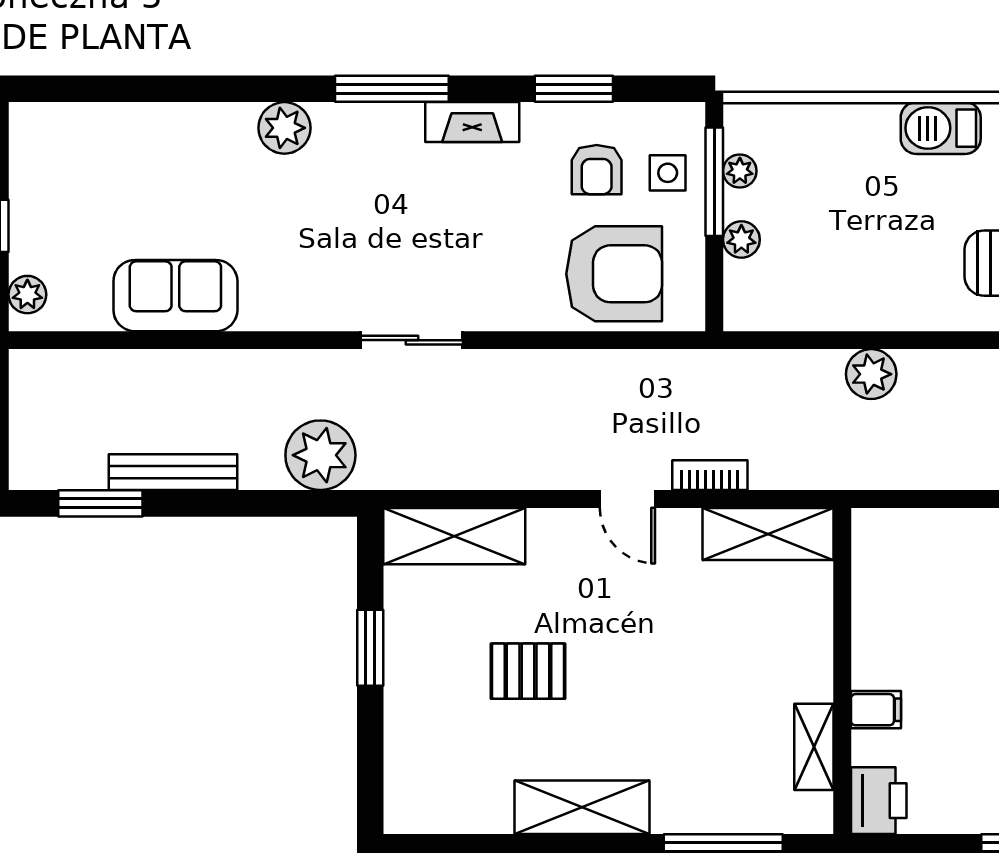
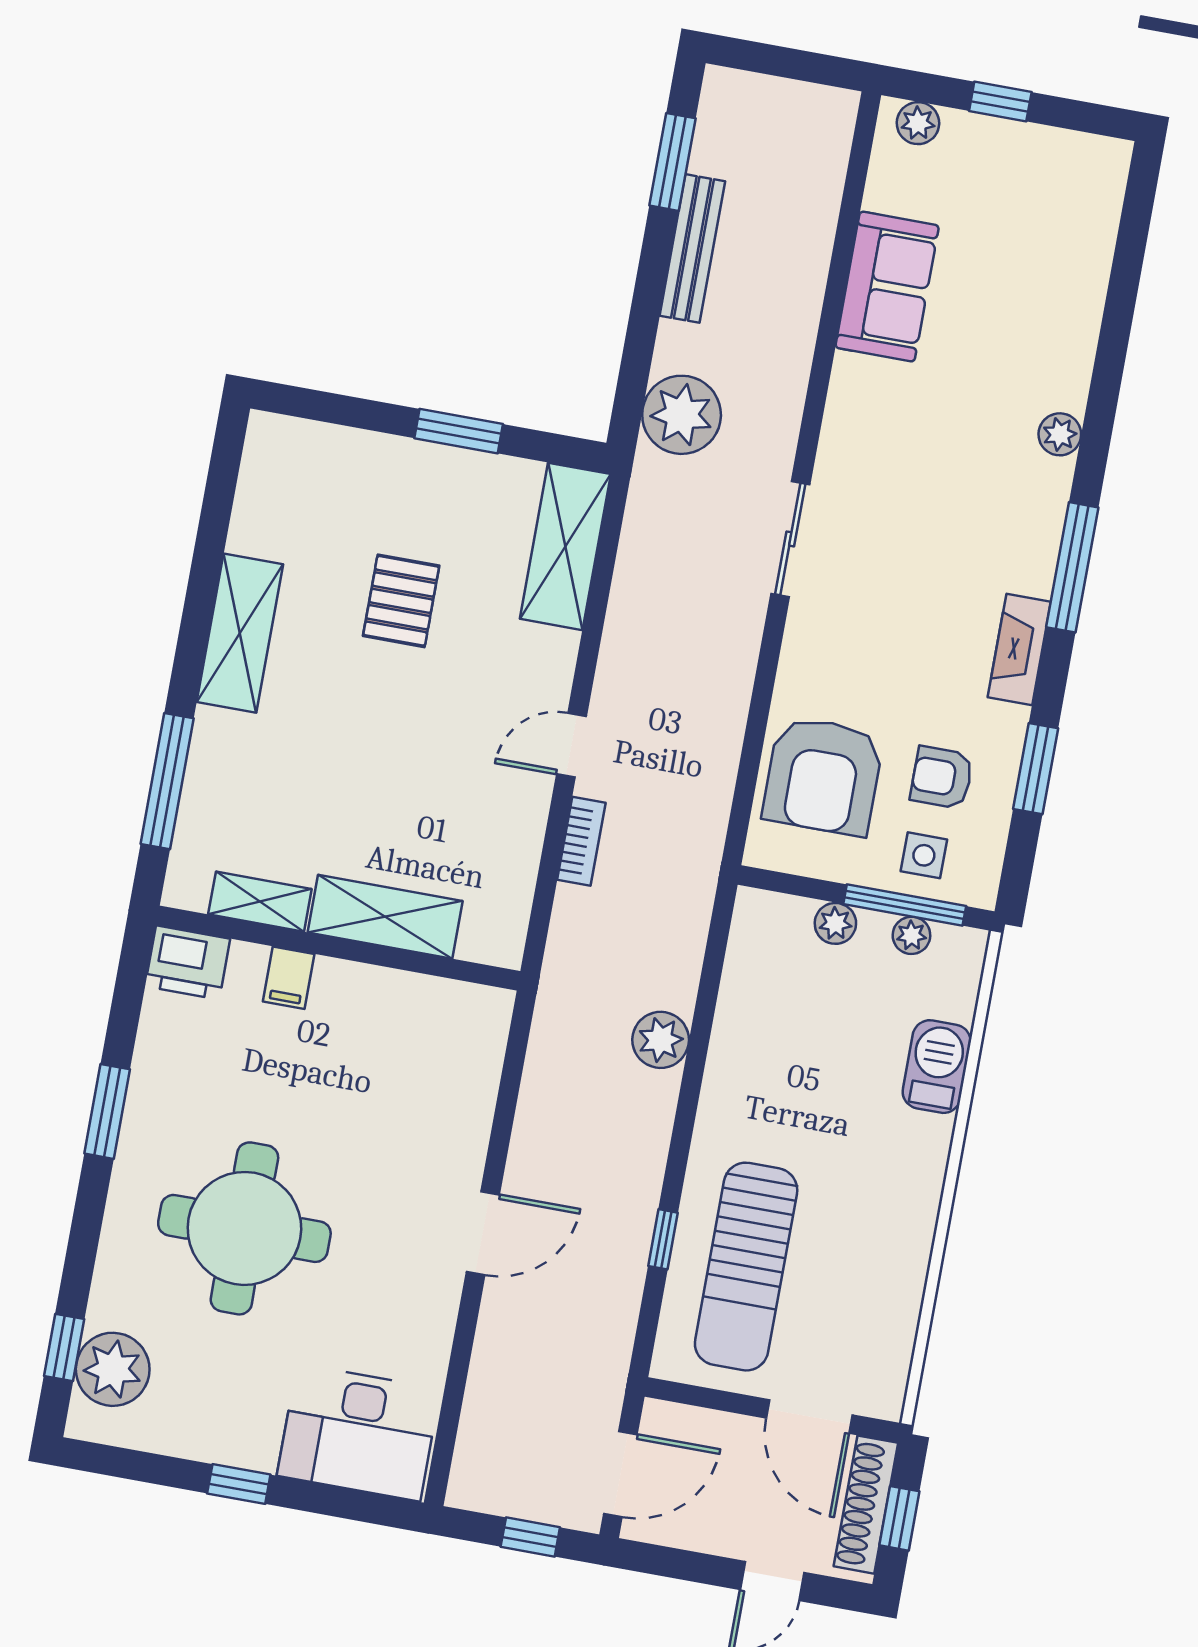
plant: (284, 128) -> (1060, 434), width x0.73, depth x0.73
barbecue: (941, 128) -> (937, 1067), moved
shelving: (768, 534) -> (385, 917), moved, turned 90

